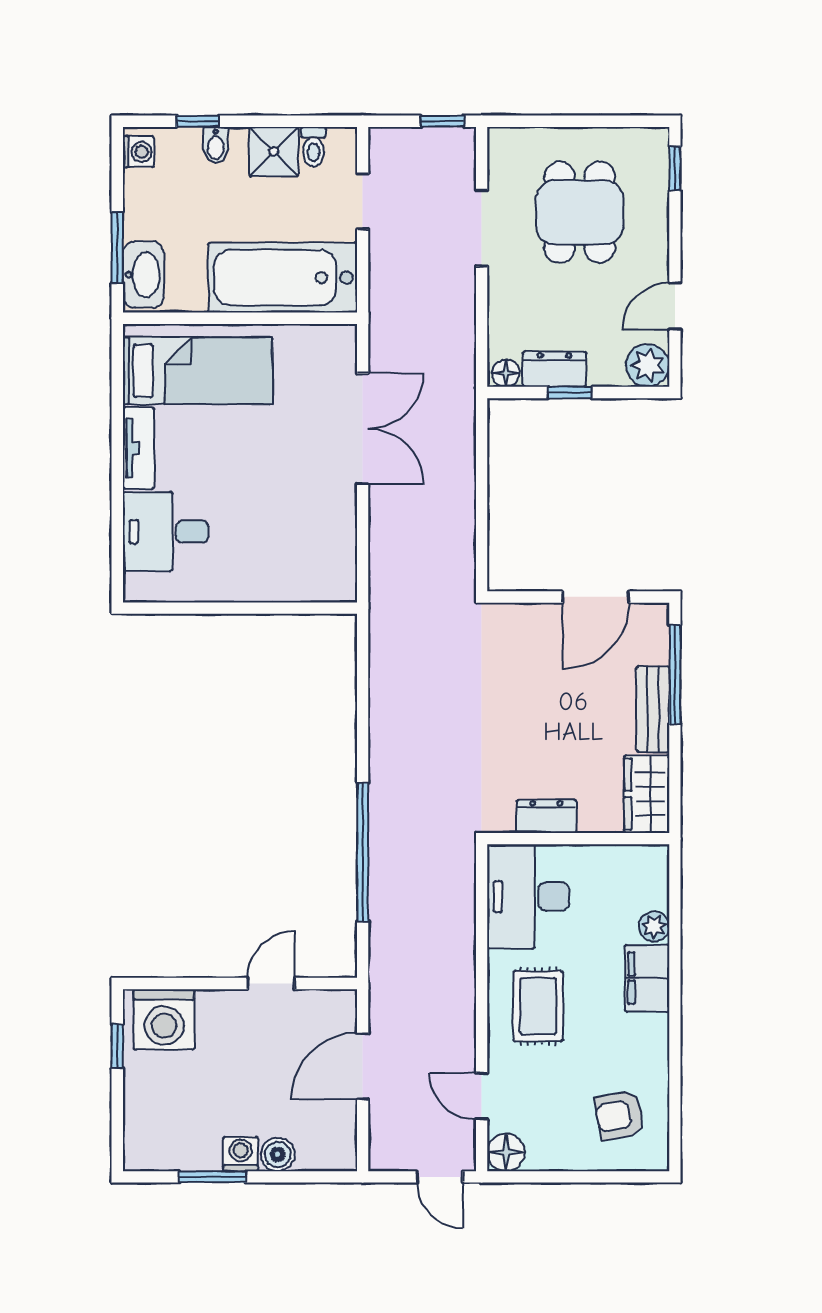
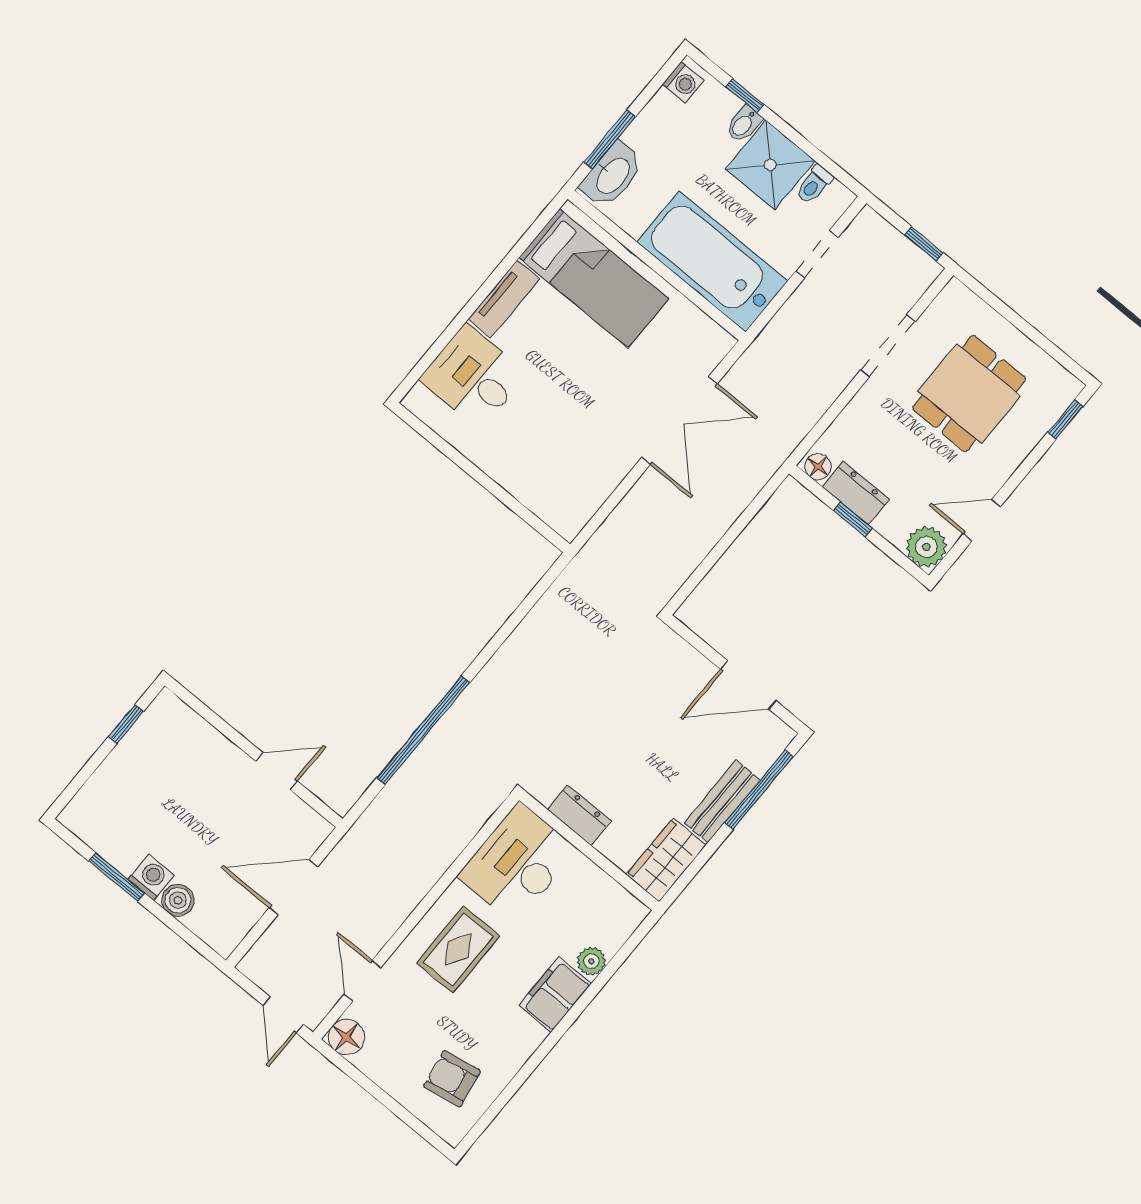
shower: (274, 151) -> (770, 165), width x1.36, depth x1.36
washing machine: (164, 1019) -> (177, 733), removed

